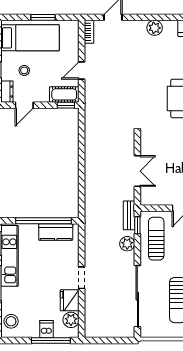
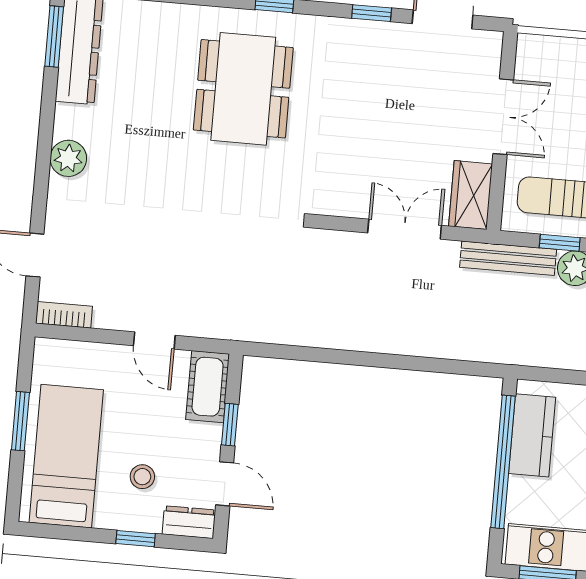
window: (66, 105) -> (230, 425), moved
wardrobe: (154, 197) -> (471, 195), added
bench: (129, 215) -> (508, 258), width x1.36
window: (137, 225) -> (560, 243), moved

